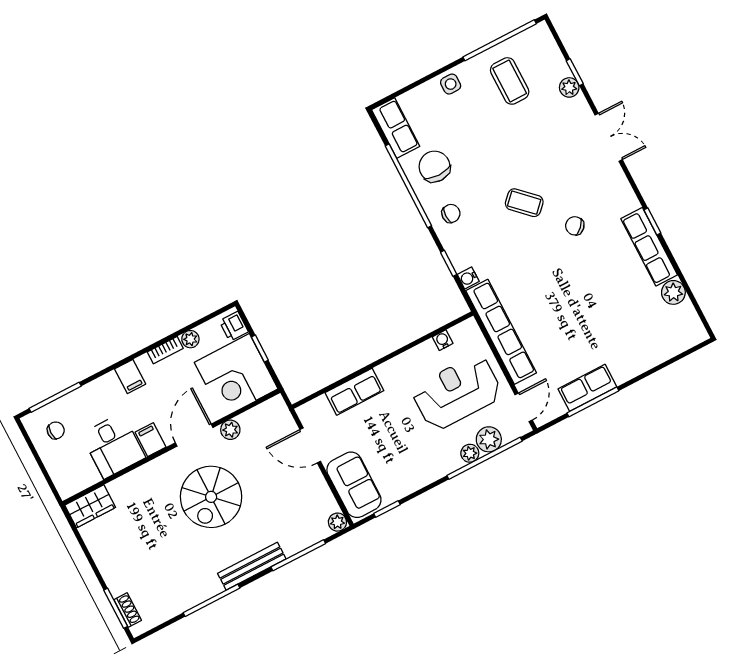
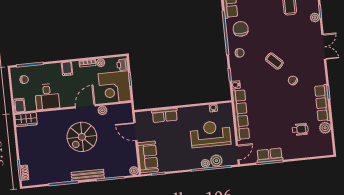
wheelchair: (626, 315) -> (300, 129), added
filing cabinet: (151, 440) -> (20, 105), moved

